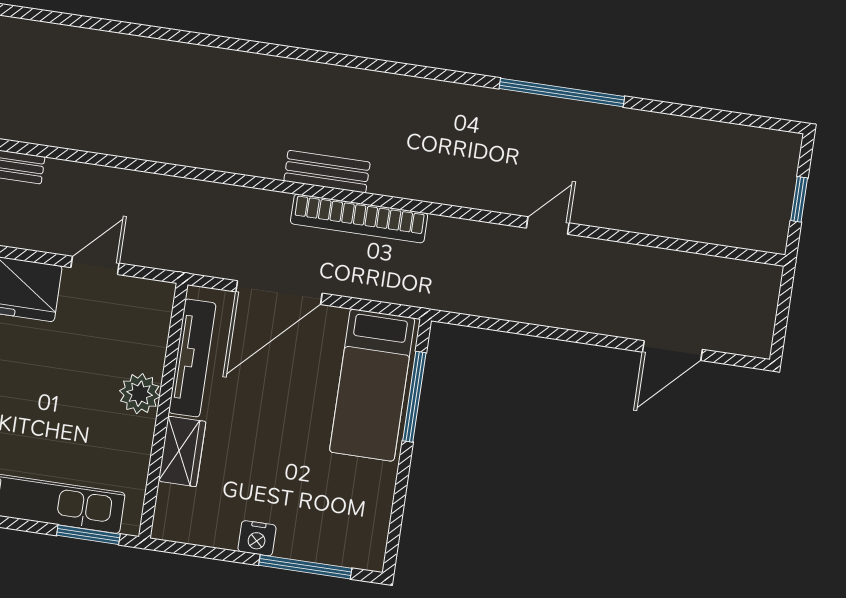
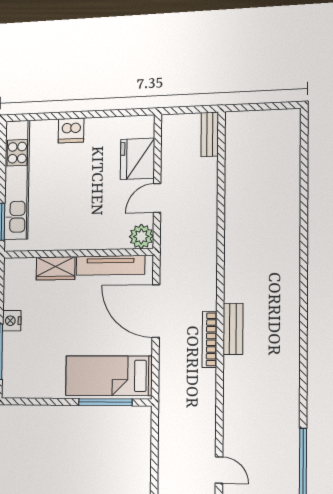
bookcase: (359, 218) -> (209, 339), width x0.68, depth x0.76
door: (95, 265) -> (157, 198), swing flipped
plant: (140, 394) -> (141, 236), moved

